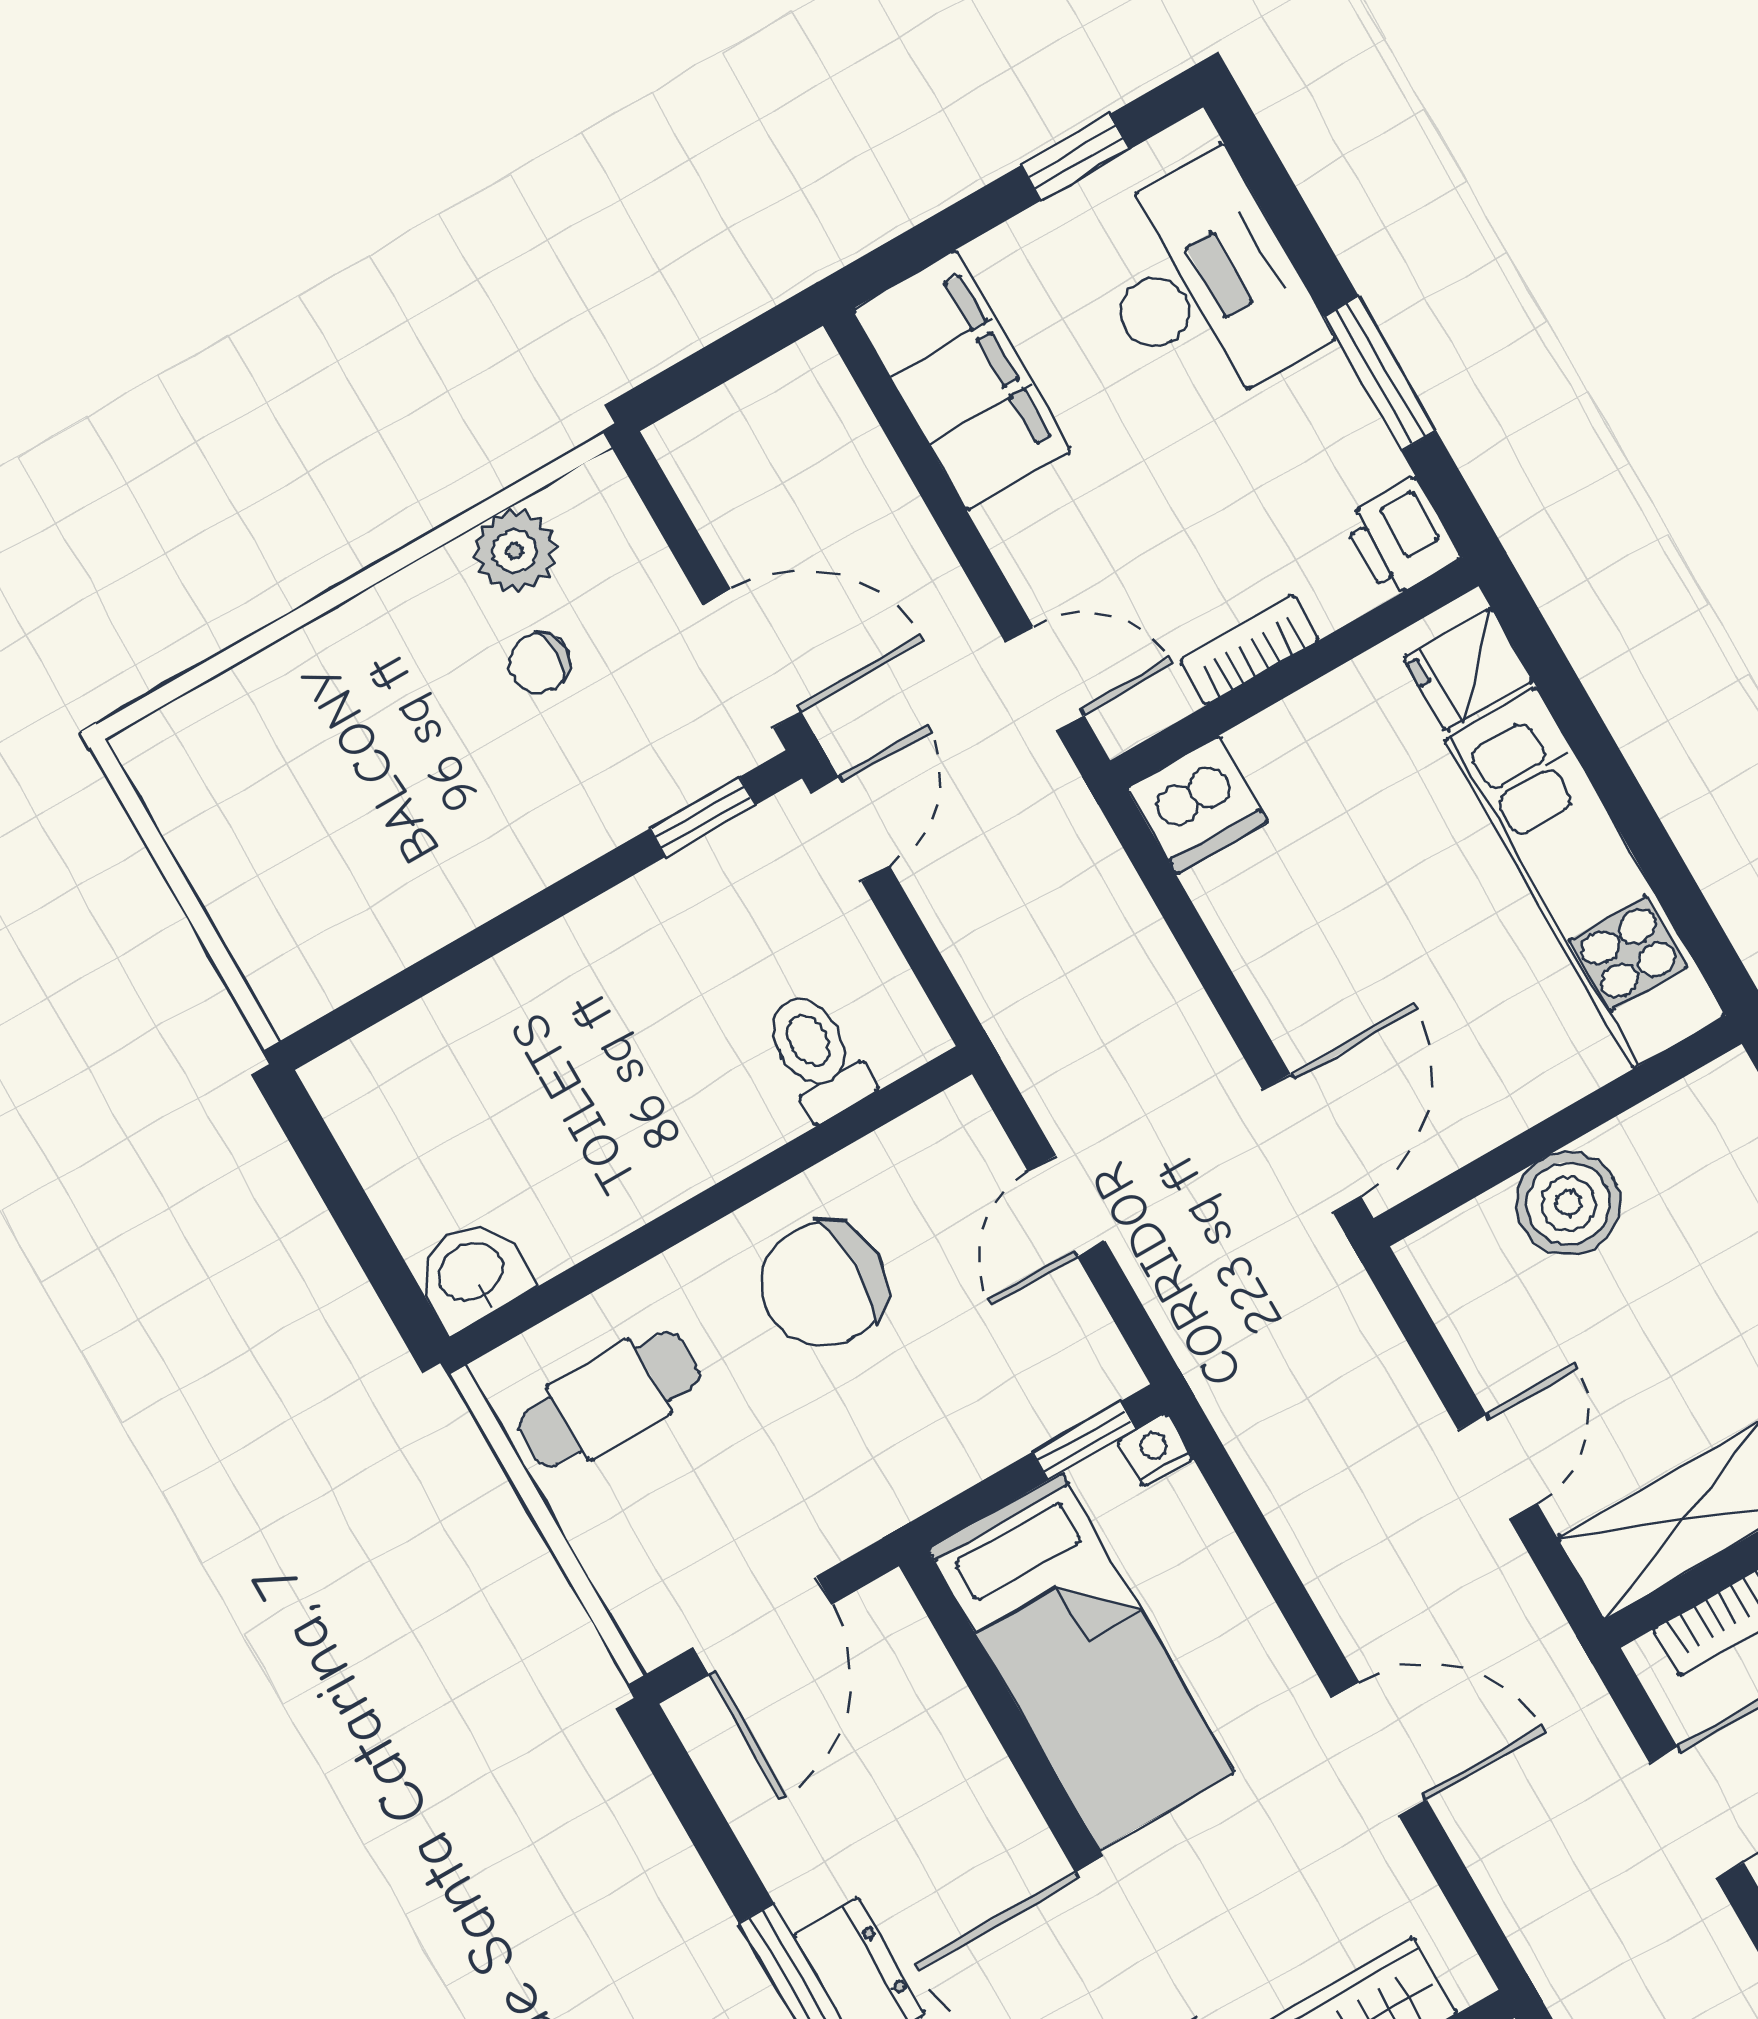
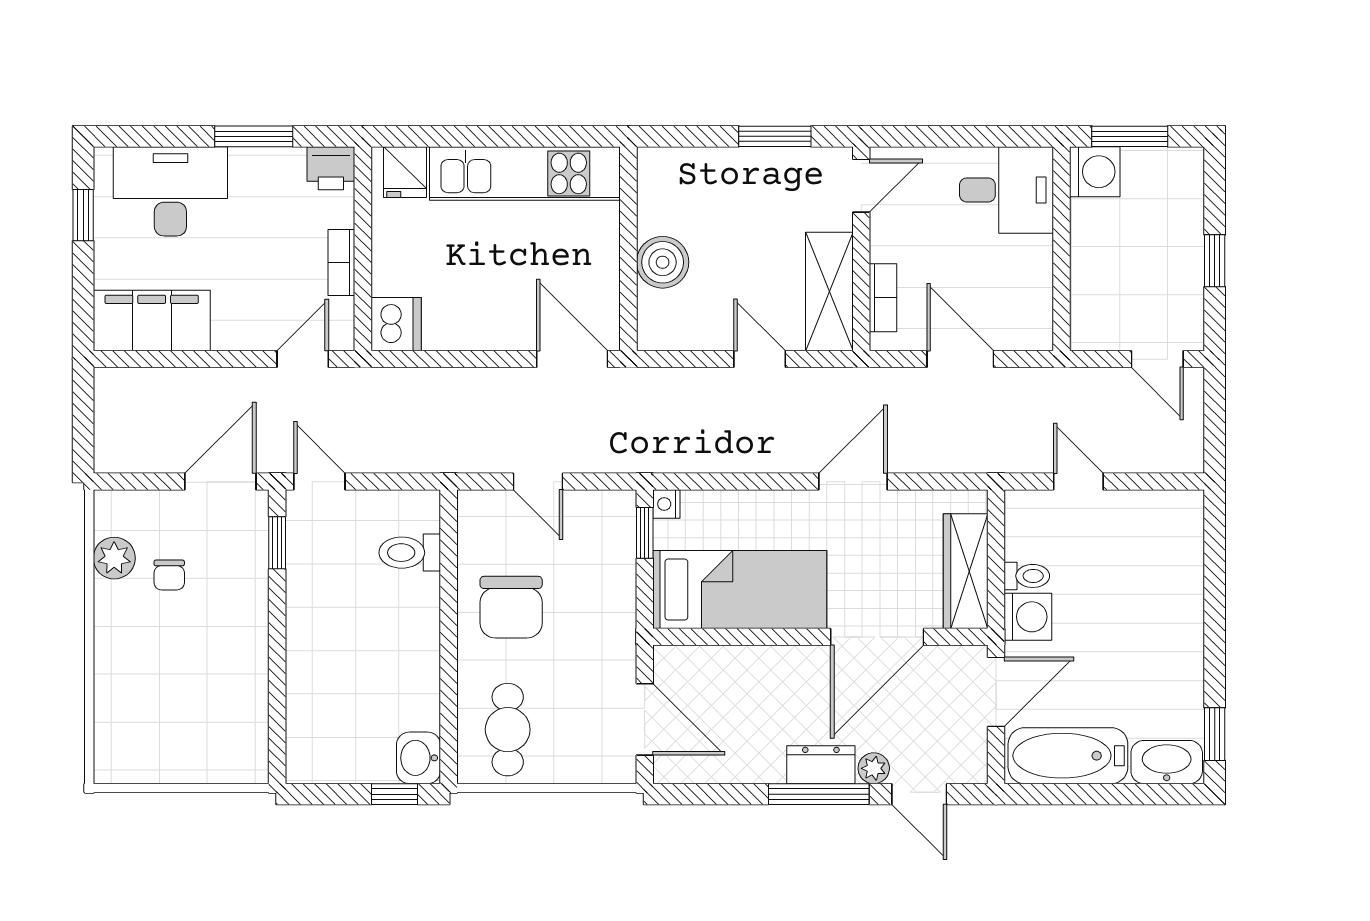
window: (386, 1268) -> (394, 794), added

